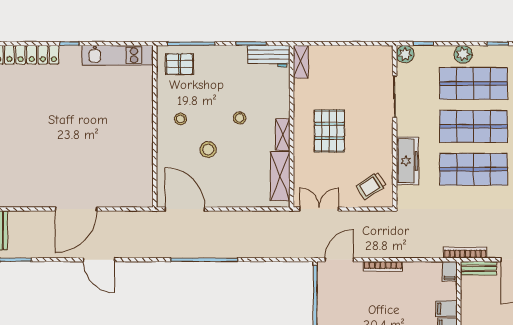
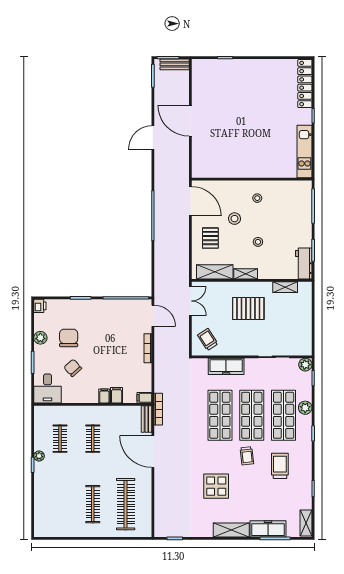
shelving: (301, 62) -> (285, 287), moved
pallet: (180, 64) -> (210, 238), moved
door: (185, 209) -> (190, 201), hinge flipped

